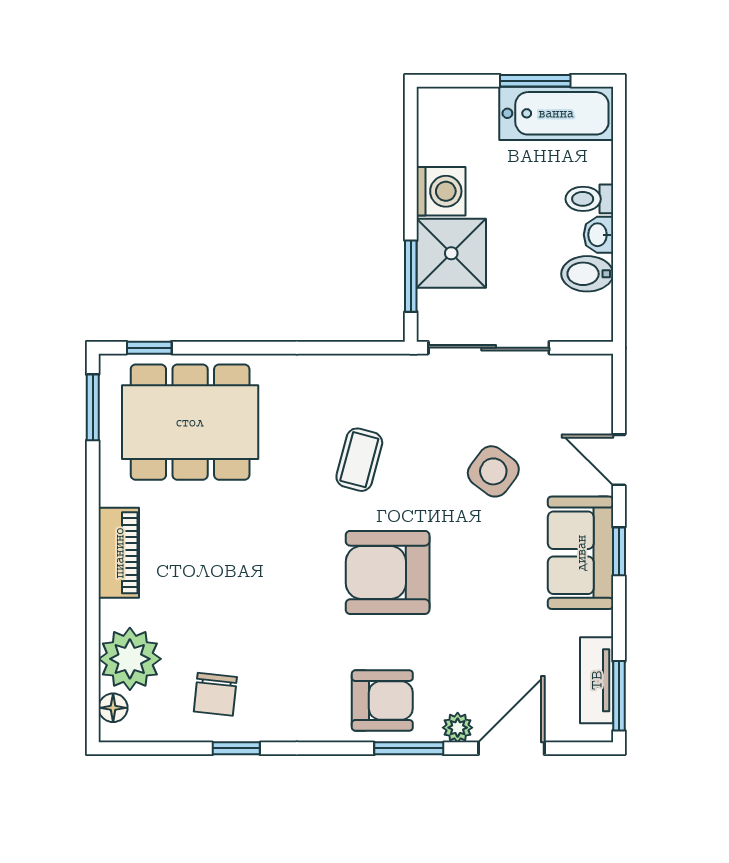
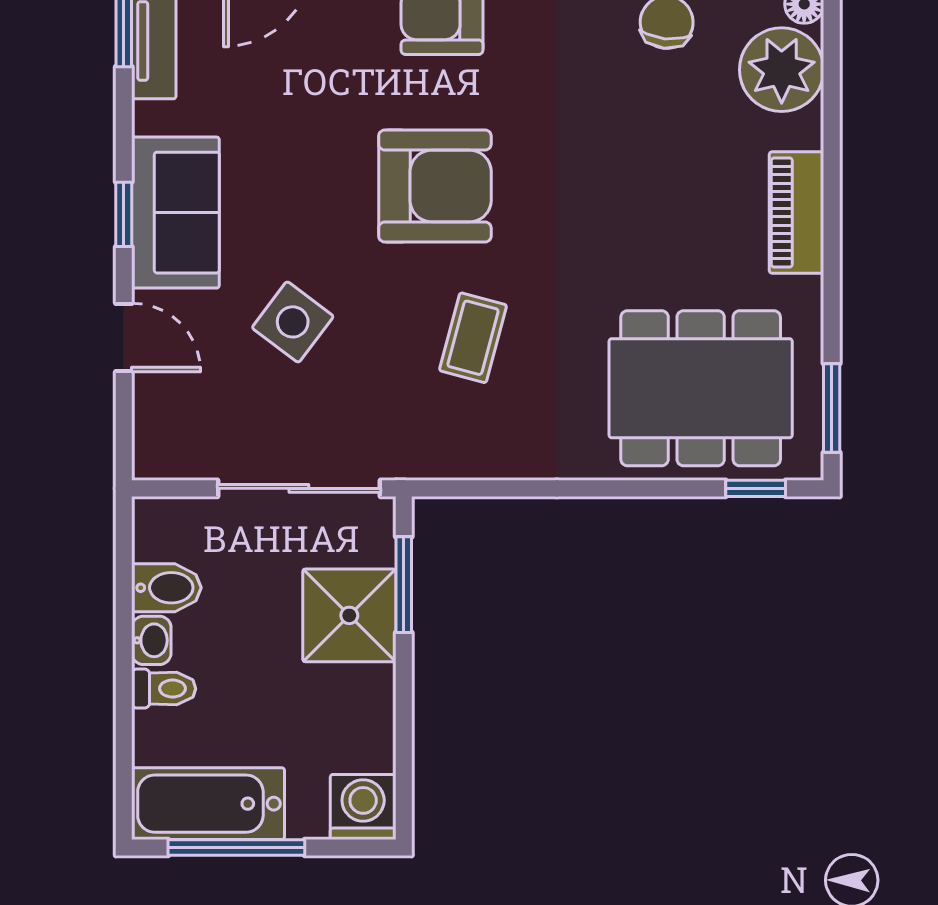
window: (535, 81) -> (236, 848), width x1.44
washing machine: (441, 191) -> (363, 807), moved, turned 90

